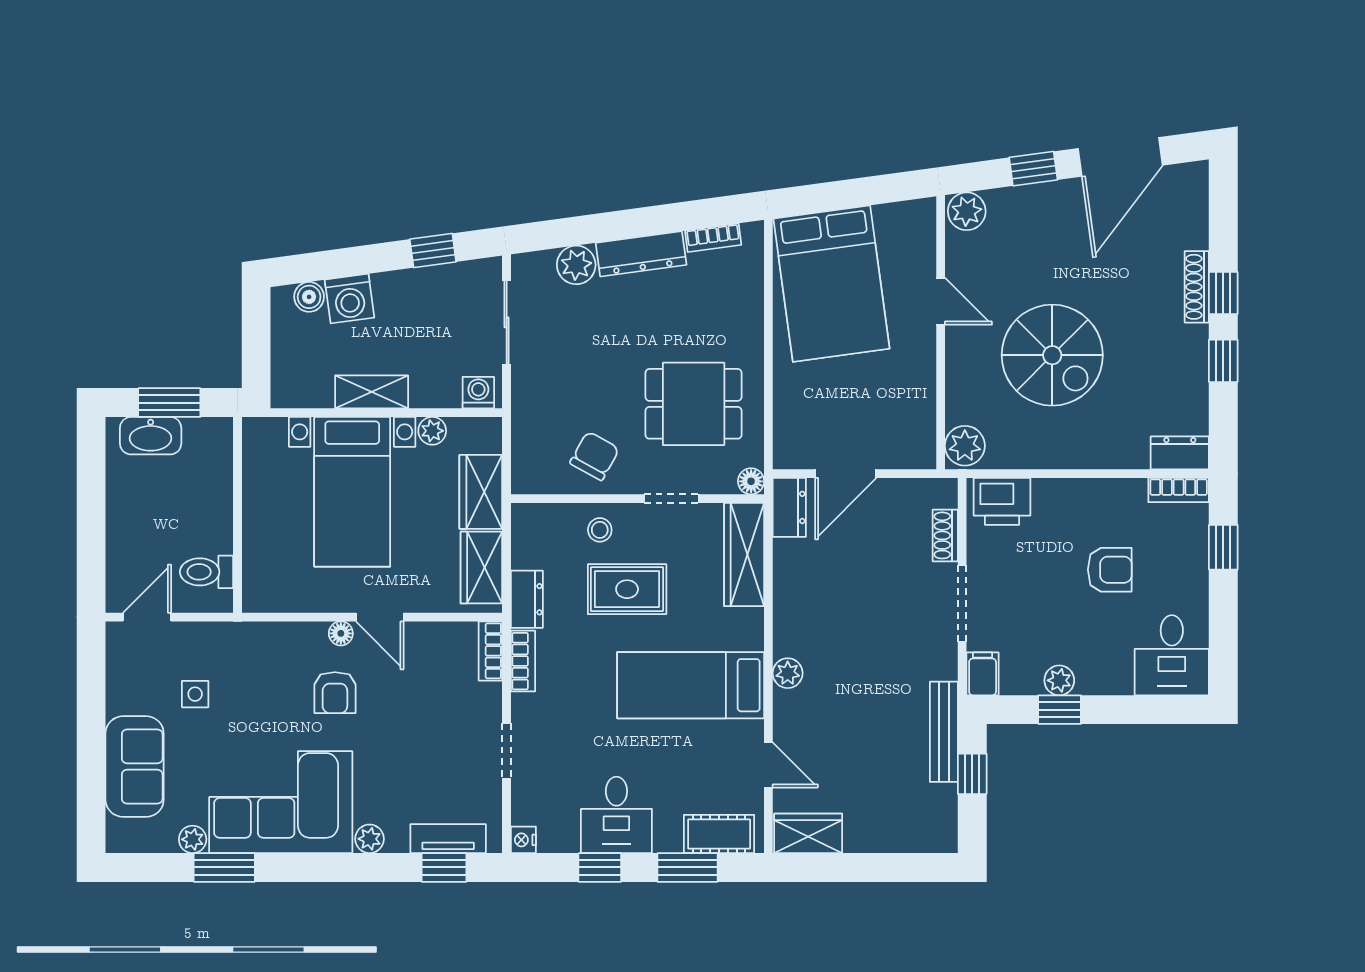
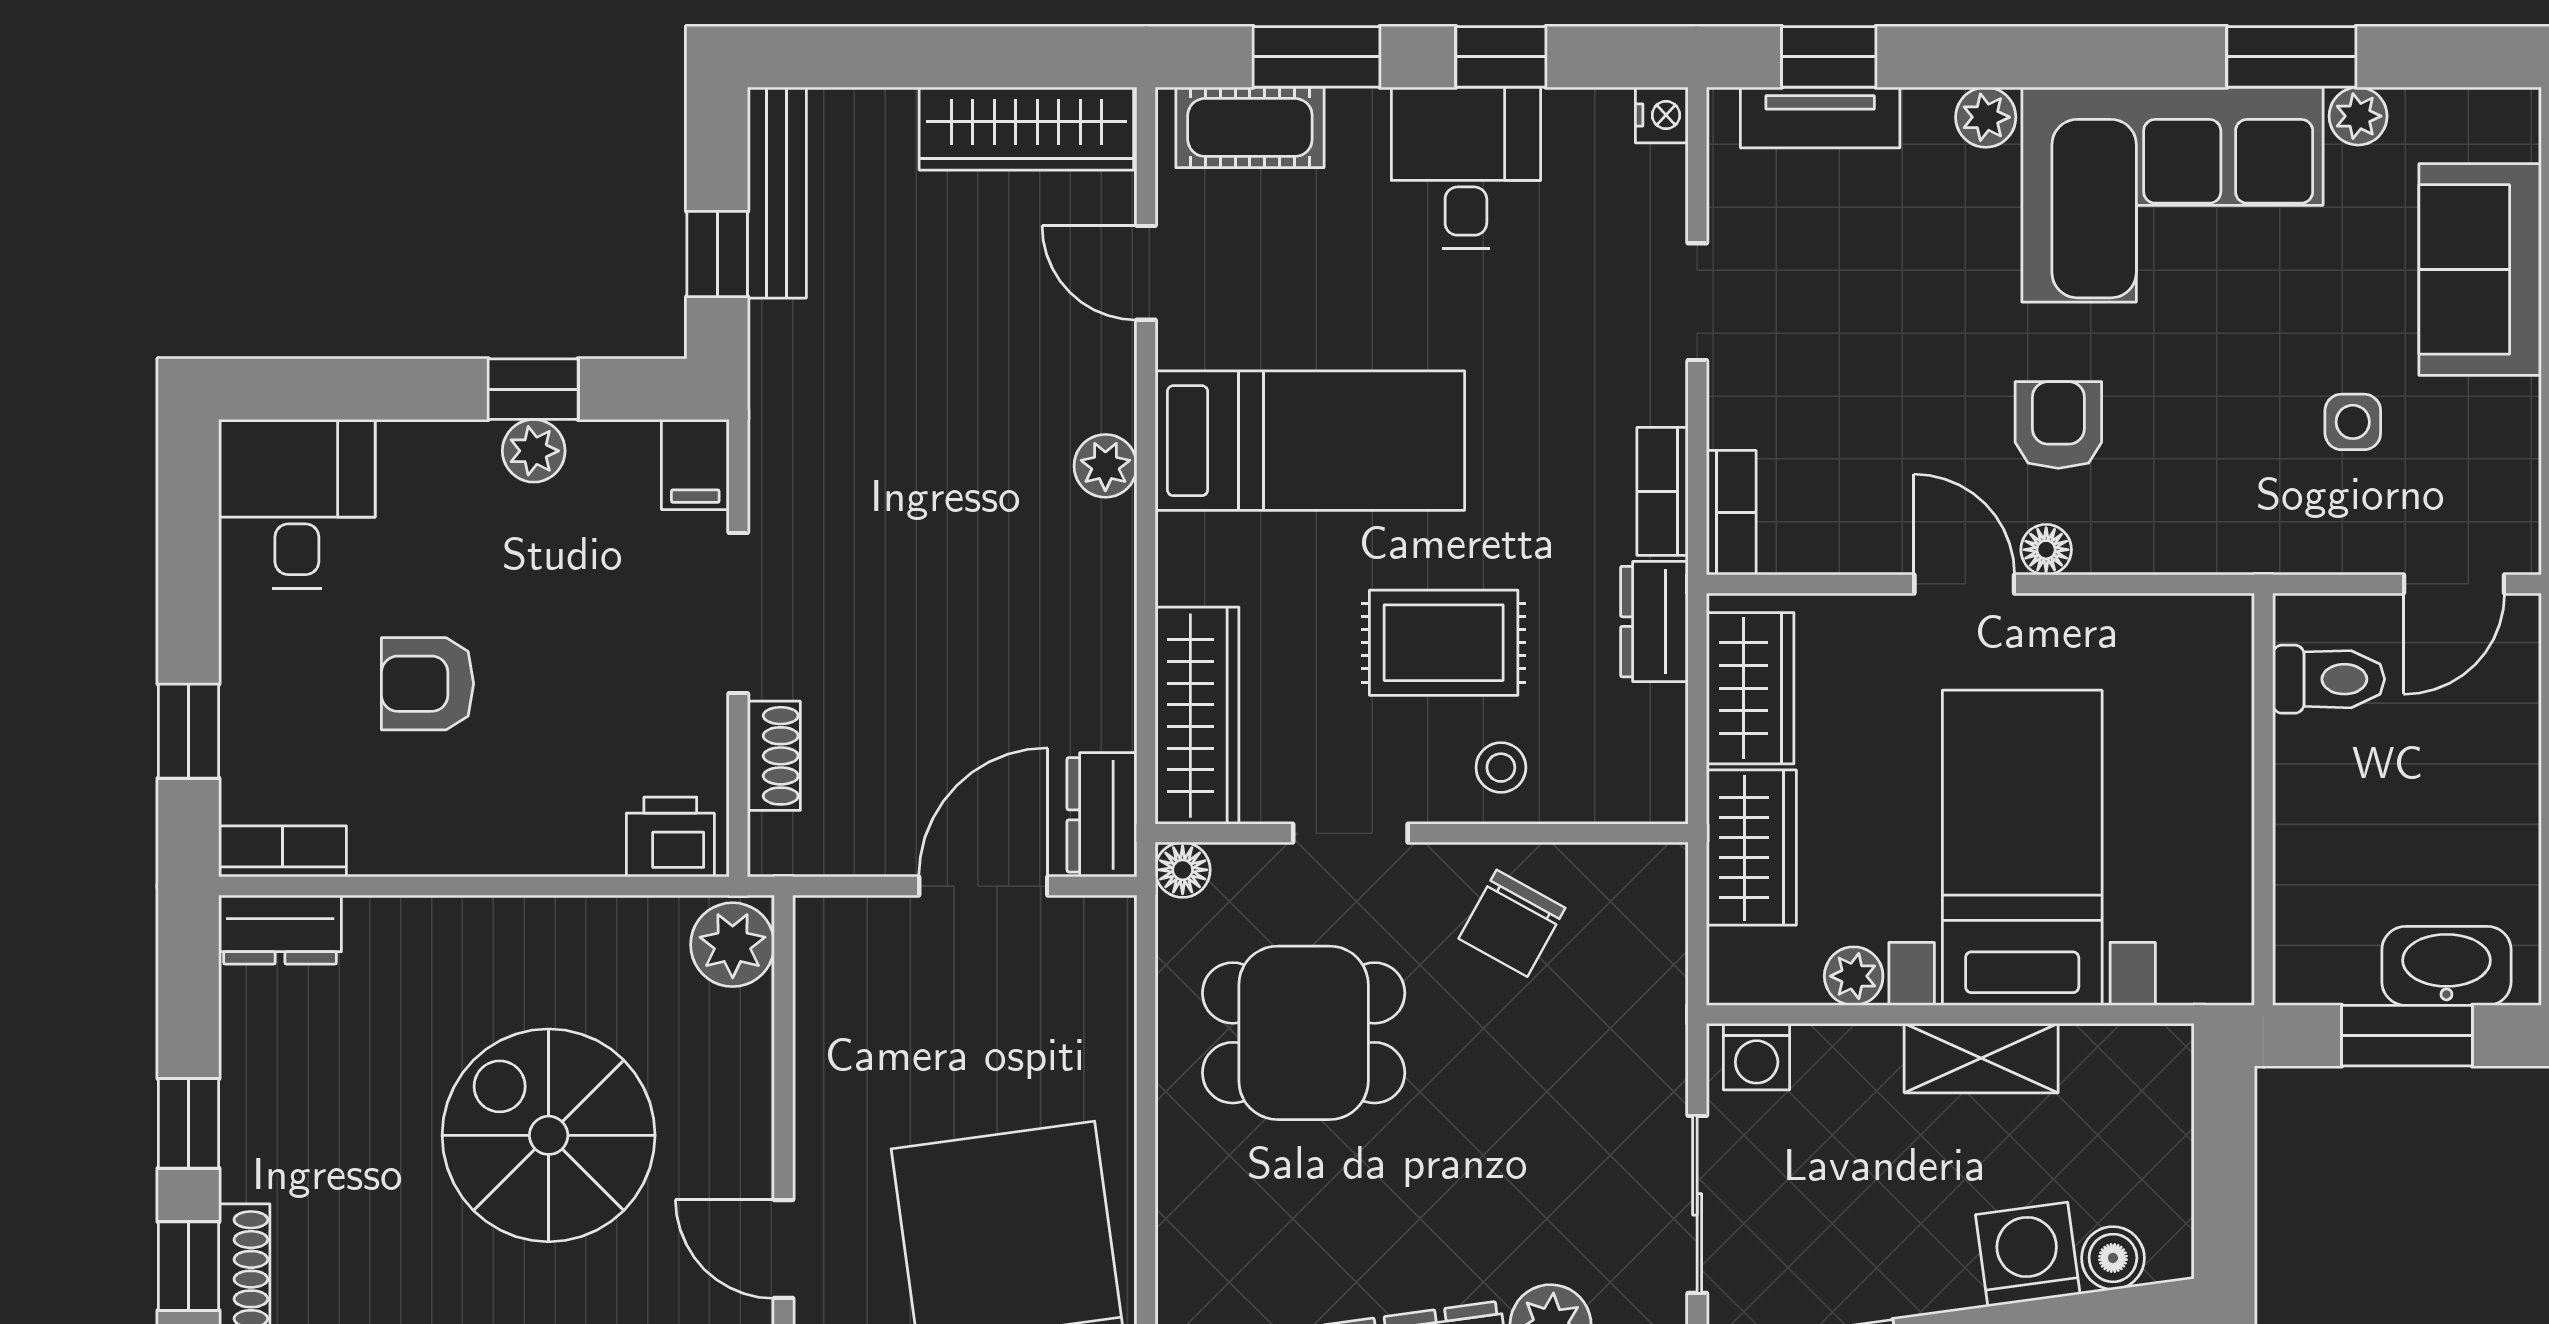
printer: (1002, 501) -> (670, 837), width x0.73, depth x0.81
bench: (944, 732) -> (777, 193), moved
wardrobe: (808, 833) -> (1026, 129), width x1.50

